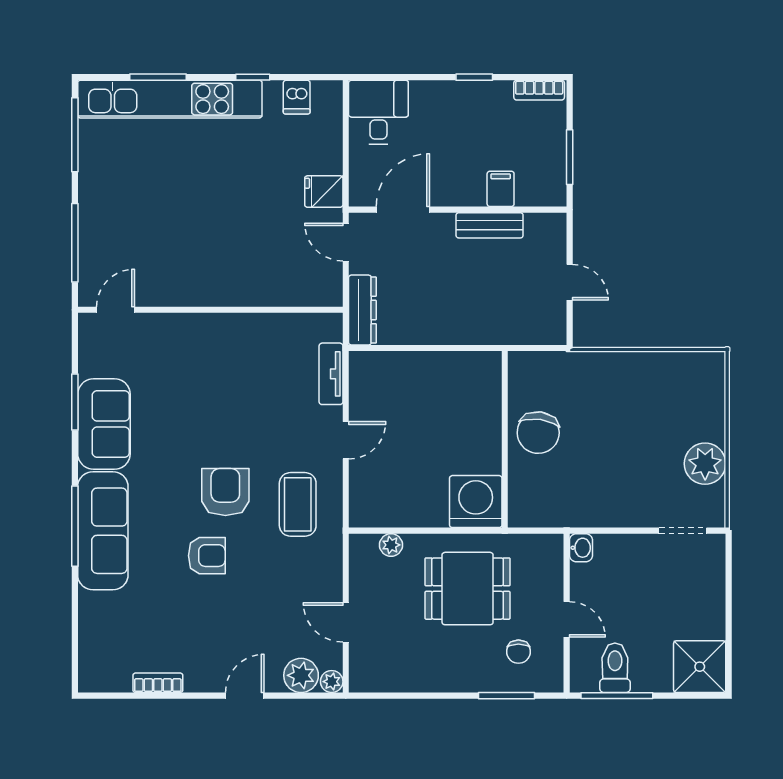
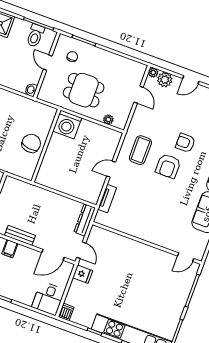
dishwasher: (297, 97) -> (66, 312), moved

